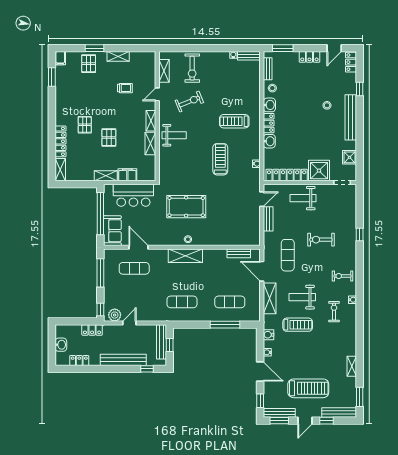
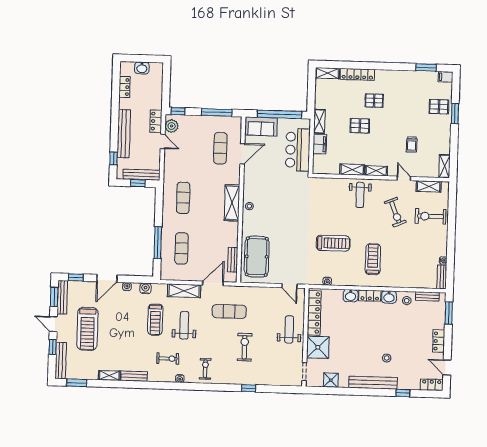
shelving: (118, 56) -> (445, 166), moved
pool table: (186, 207) -> (257, 257), moved
bench: (268, 219) -> (134, 376), moved
locker: (92, 330) -> (156, 121), moved

